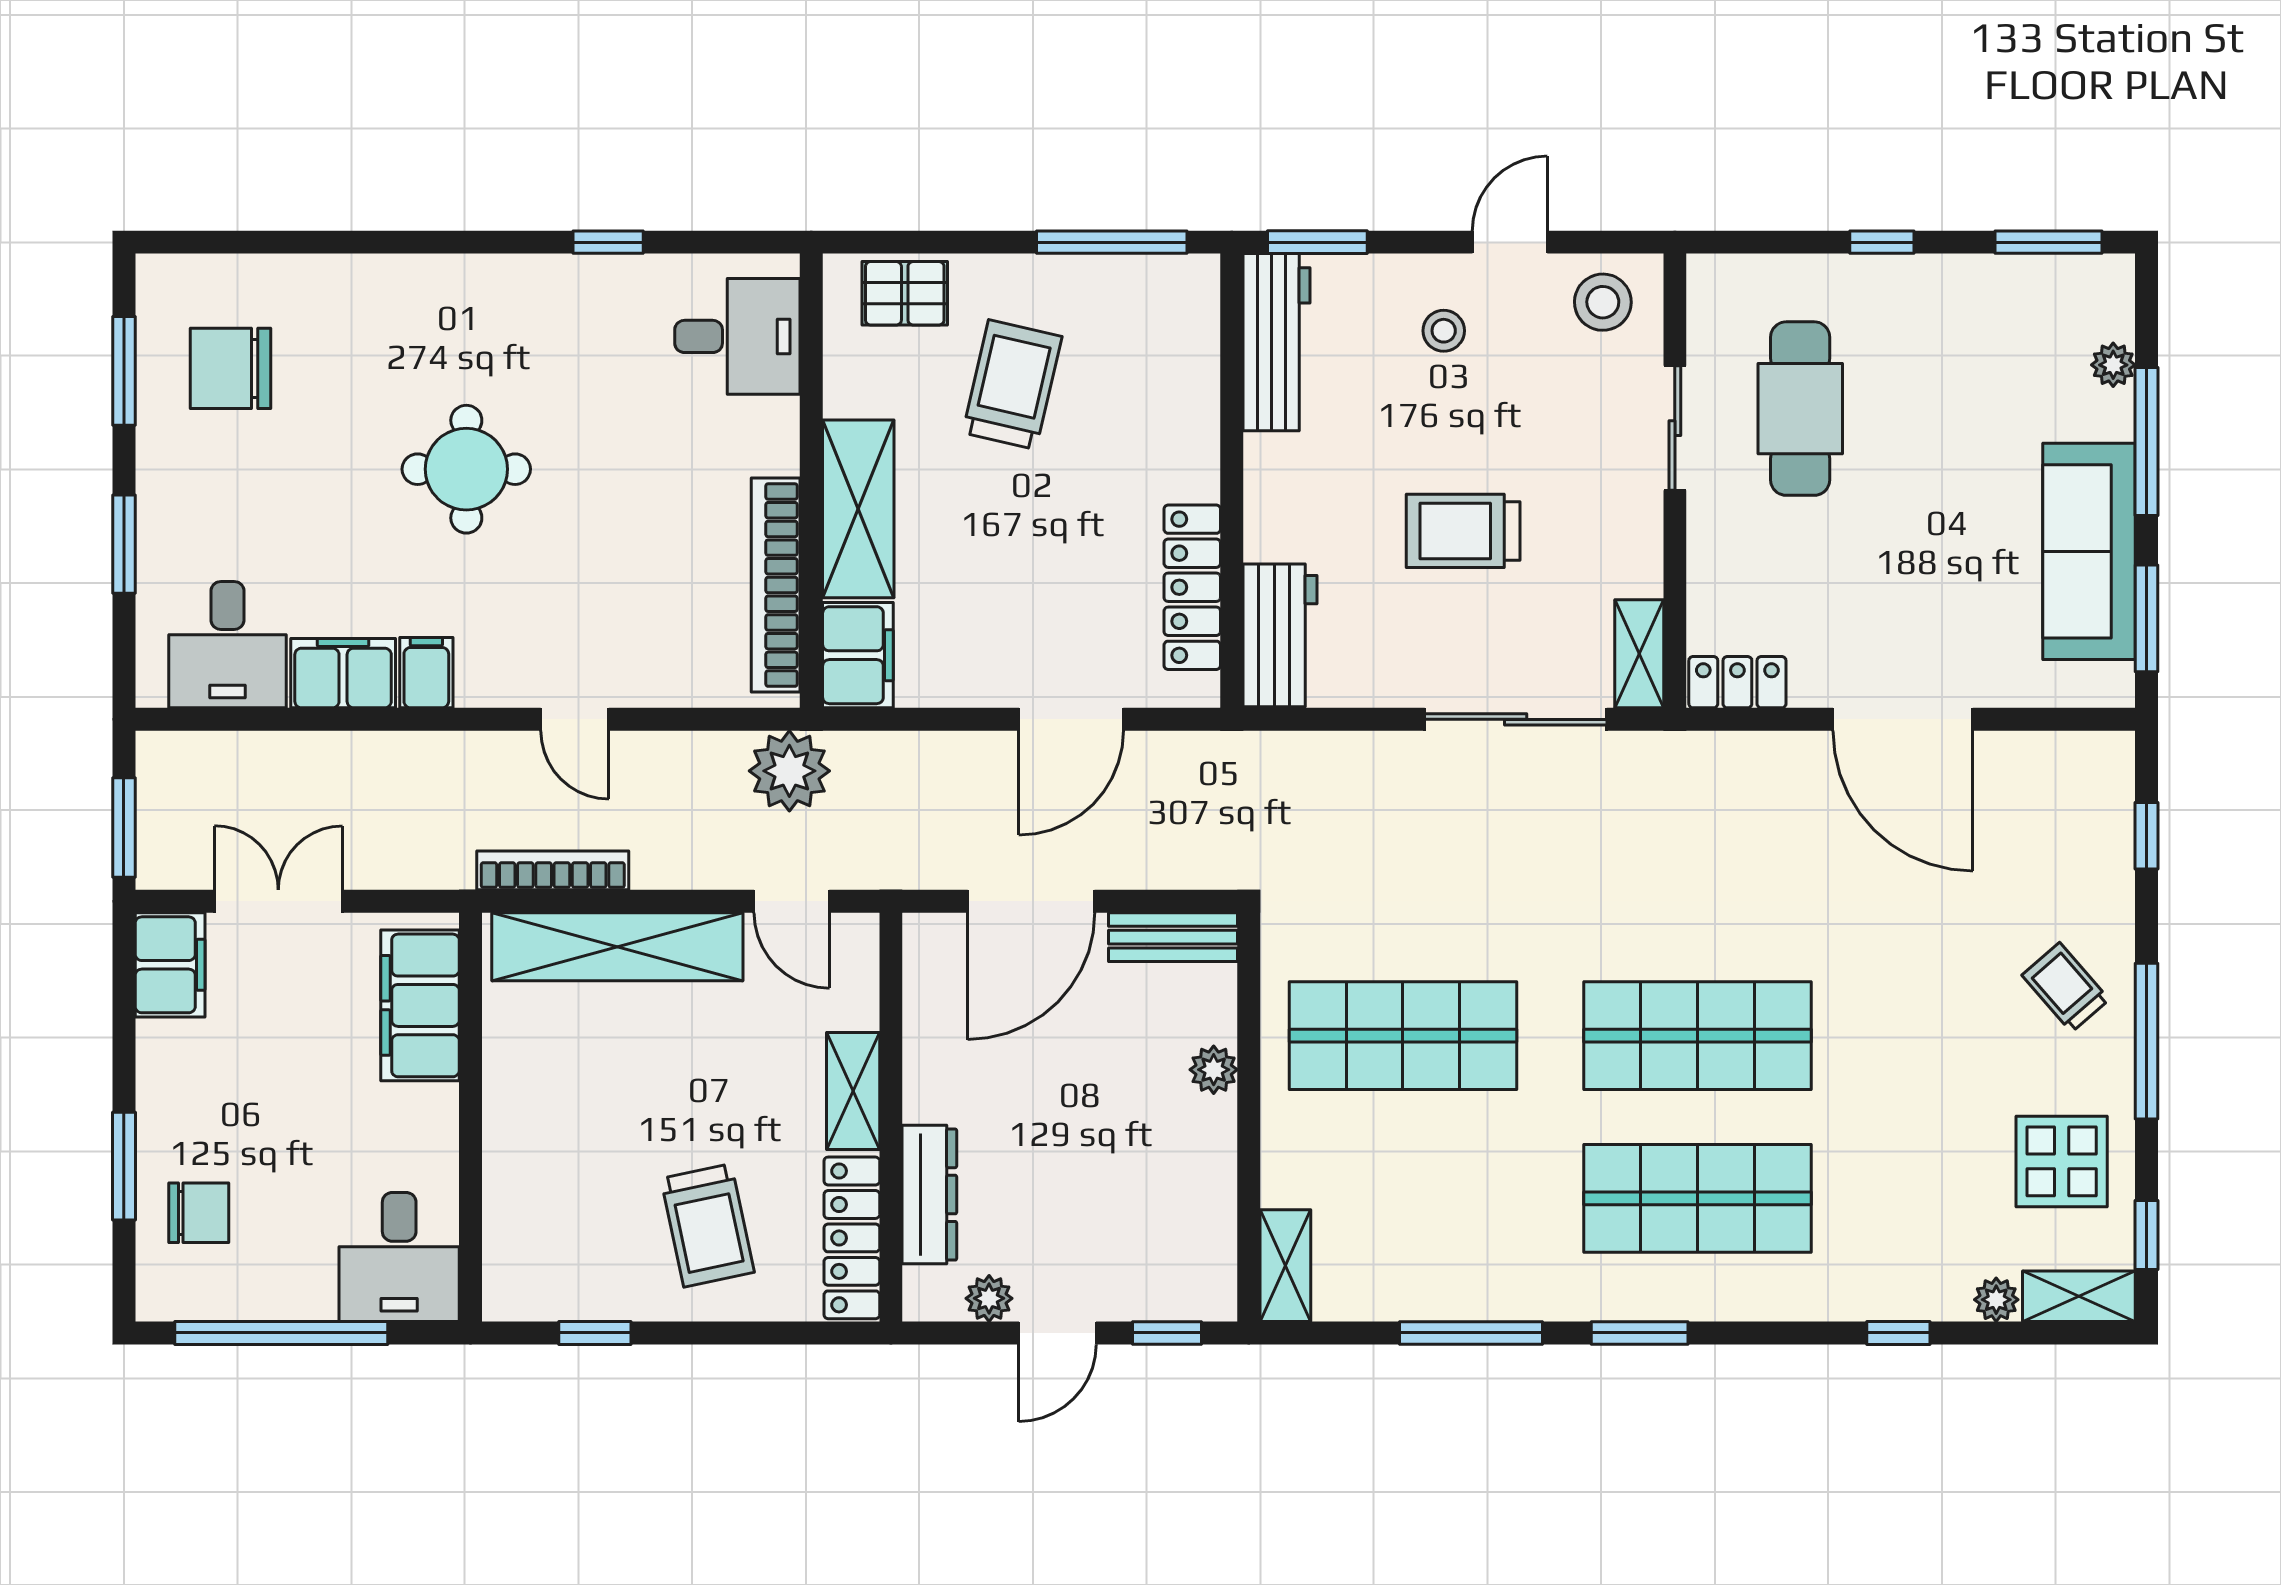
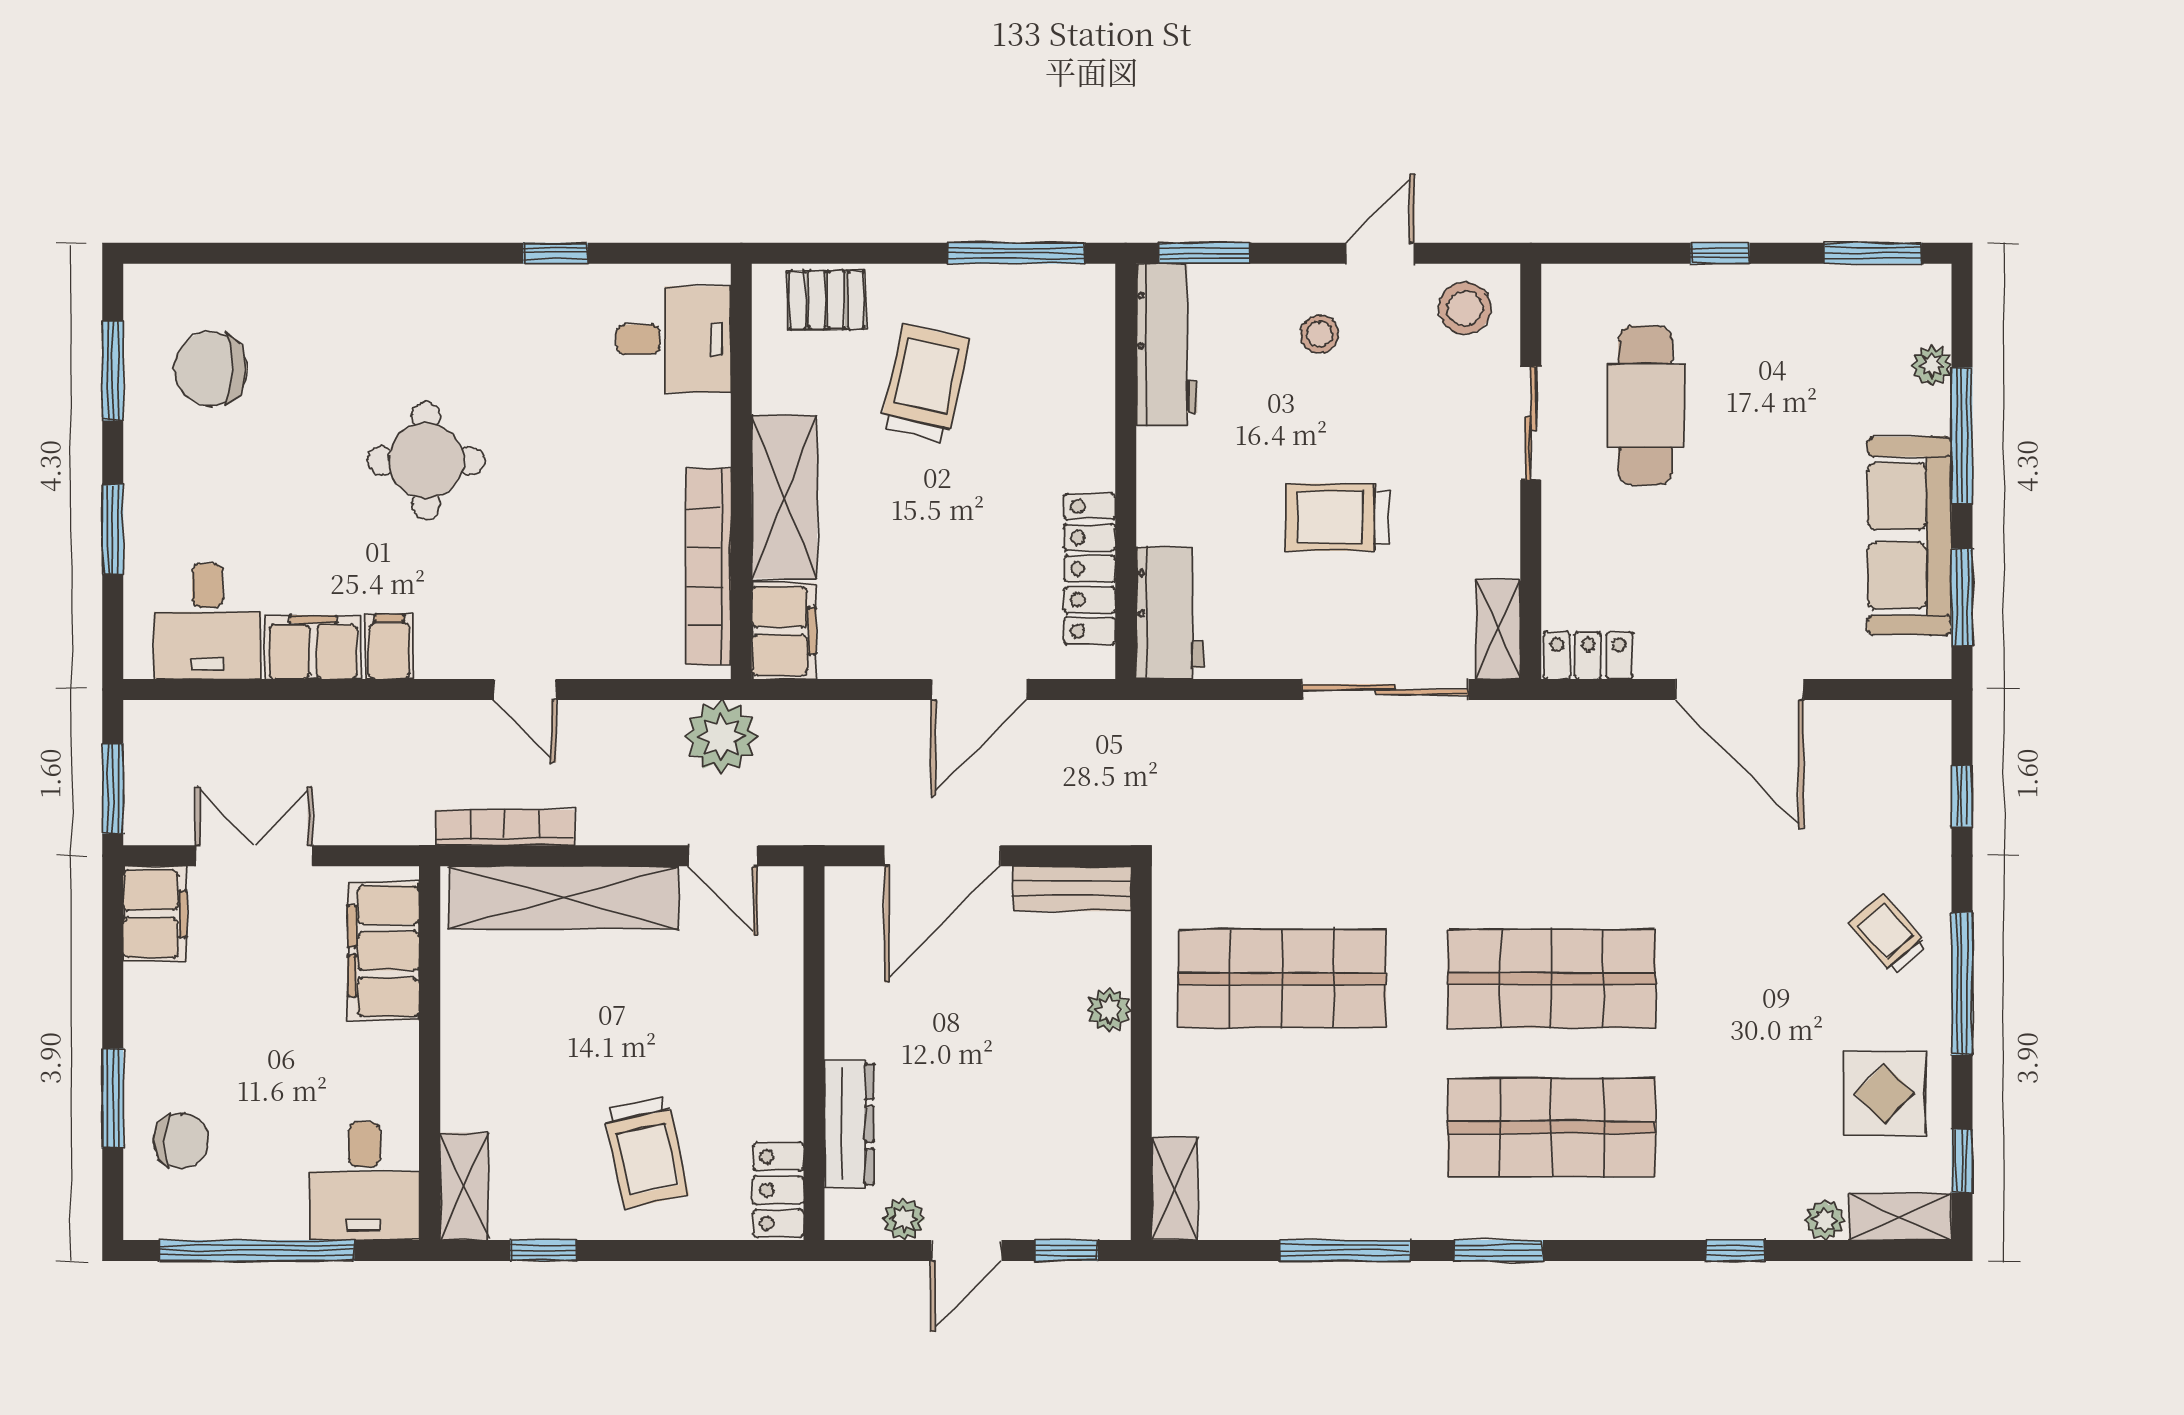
shelving: (853, 1091) -> (464, 1186), moved
locker: (852, 1238) -> (778, 1190), width x0.66

